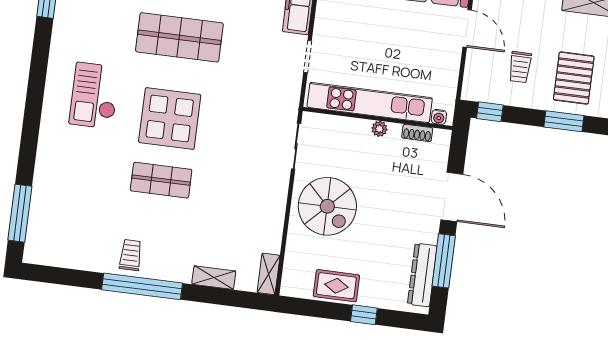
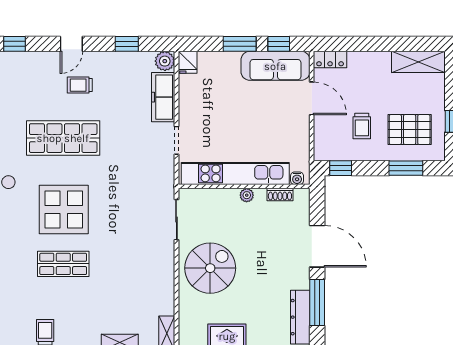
pallet: (574, 78) -> (410, 130), turned 90
spiral stairs: (327, 206) -> (210, 268), turned -90

